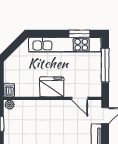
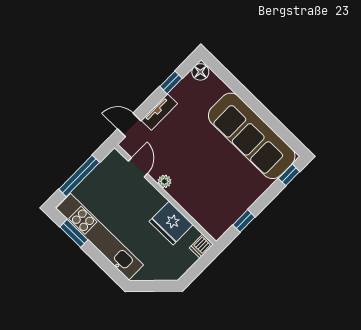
fridge: (52, 87) -> (171, 223), moved
plant: (10, 105) -> (164, 181), moved

